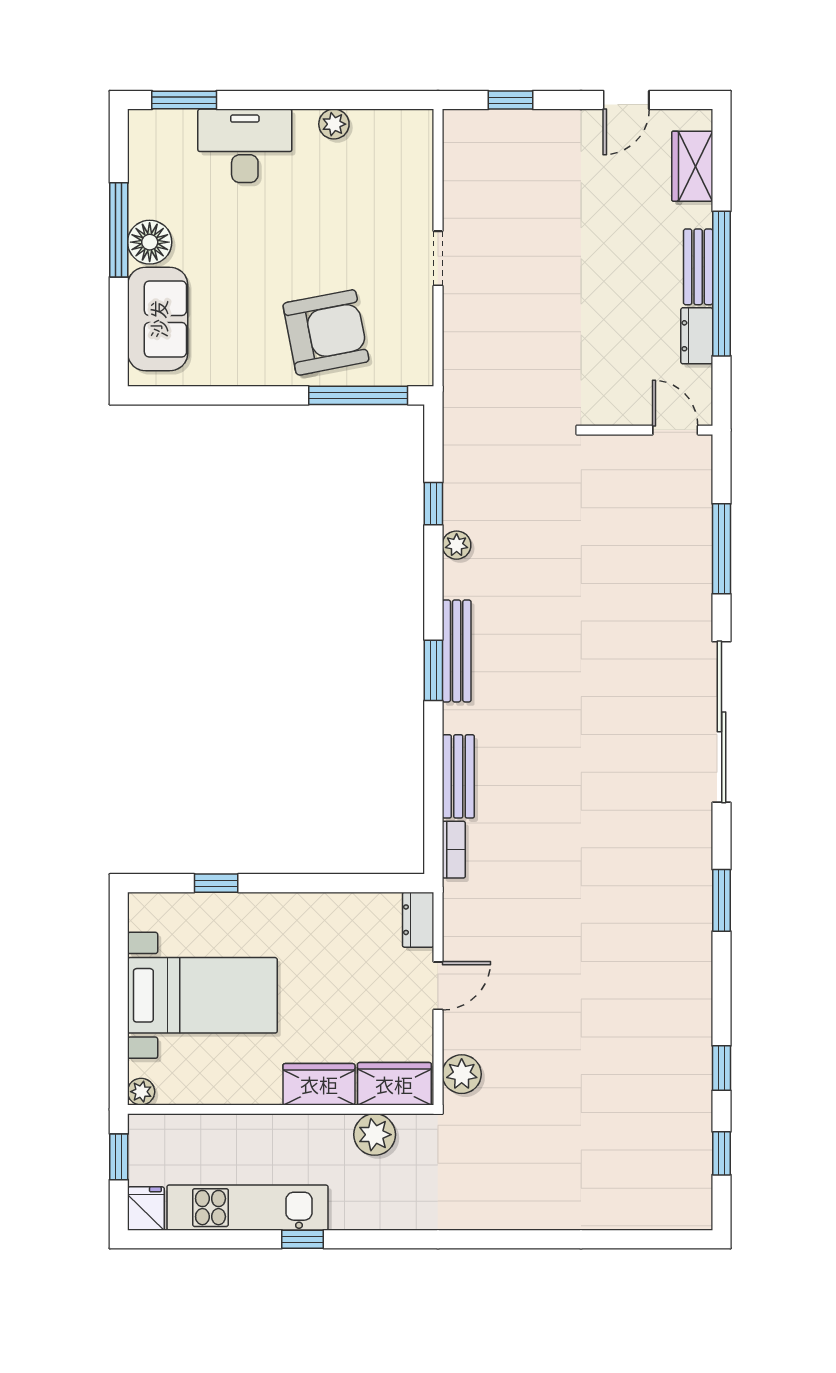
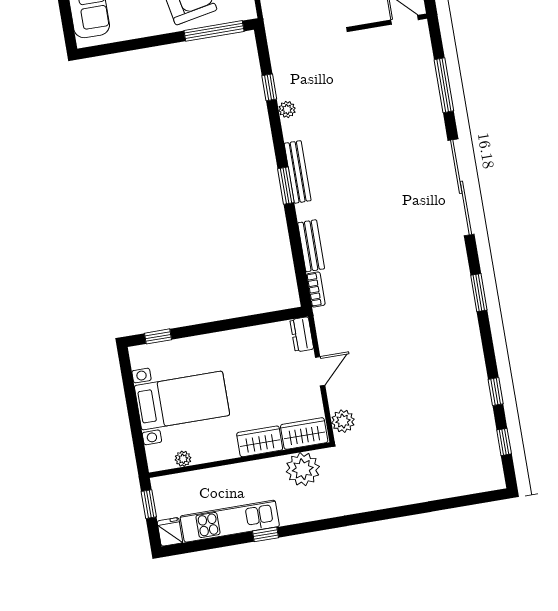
window: (216, 883) -> (158, 336), moved
plant: (141, 1092) -> (183, 459), moved
plant: (375, 1135) -> (303, 469), width x1.36, depth x1.36

